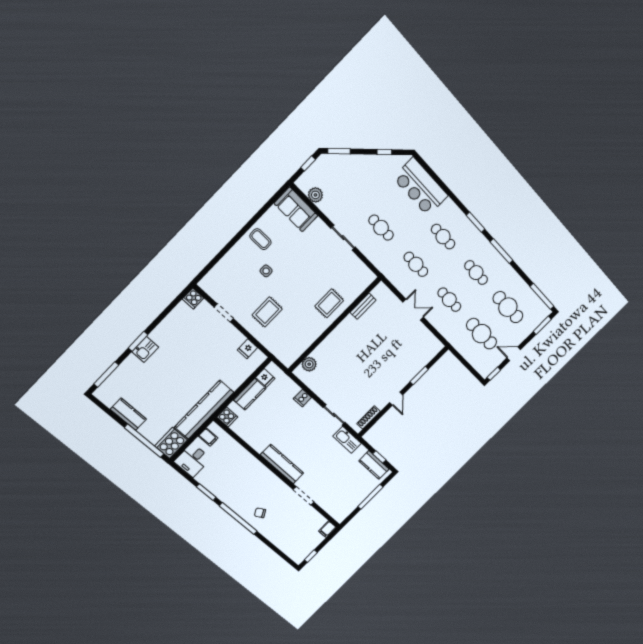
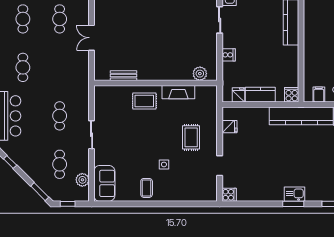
cafe table: (416, 264) -> (60, 164), moved
rug: (267, 312) -> (191, 137), turned 90
fireplace: (311, 335) -> (178, 92), added

